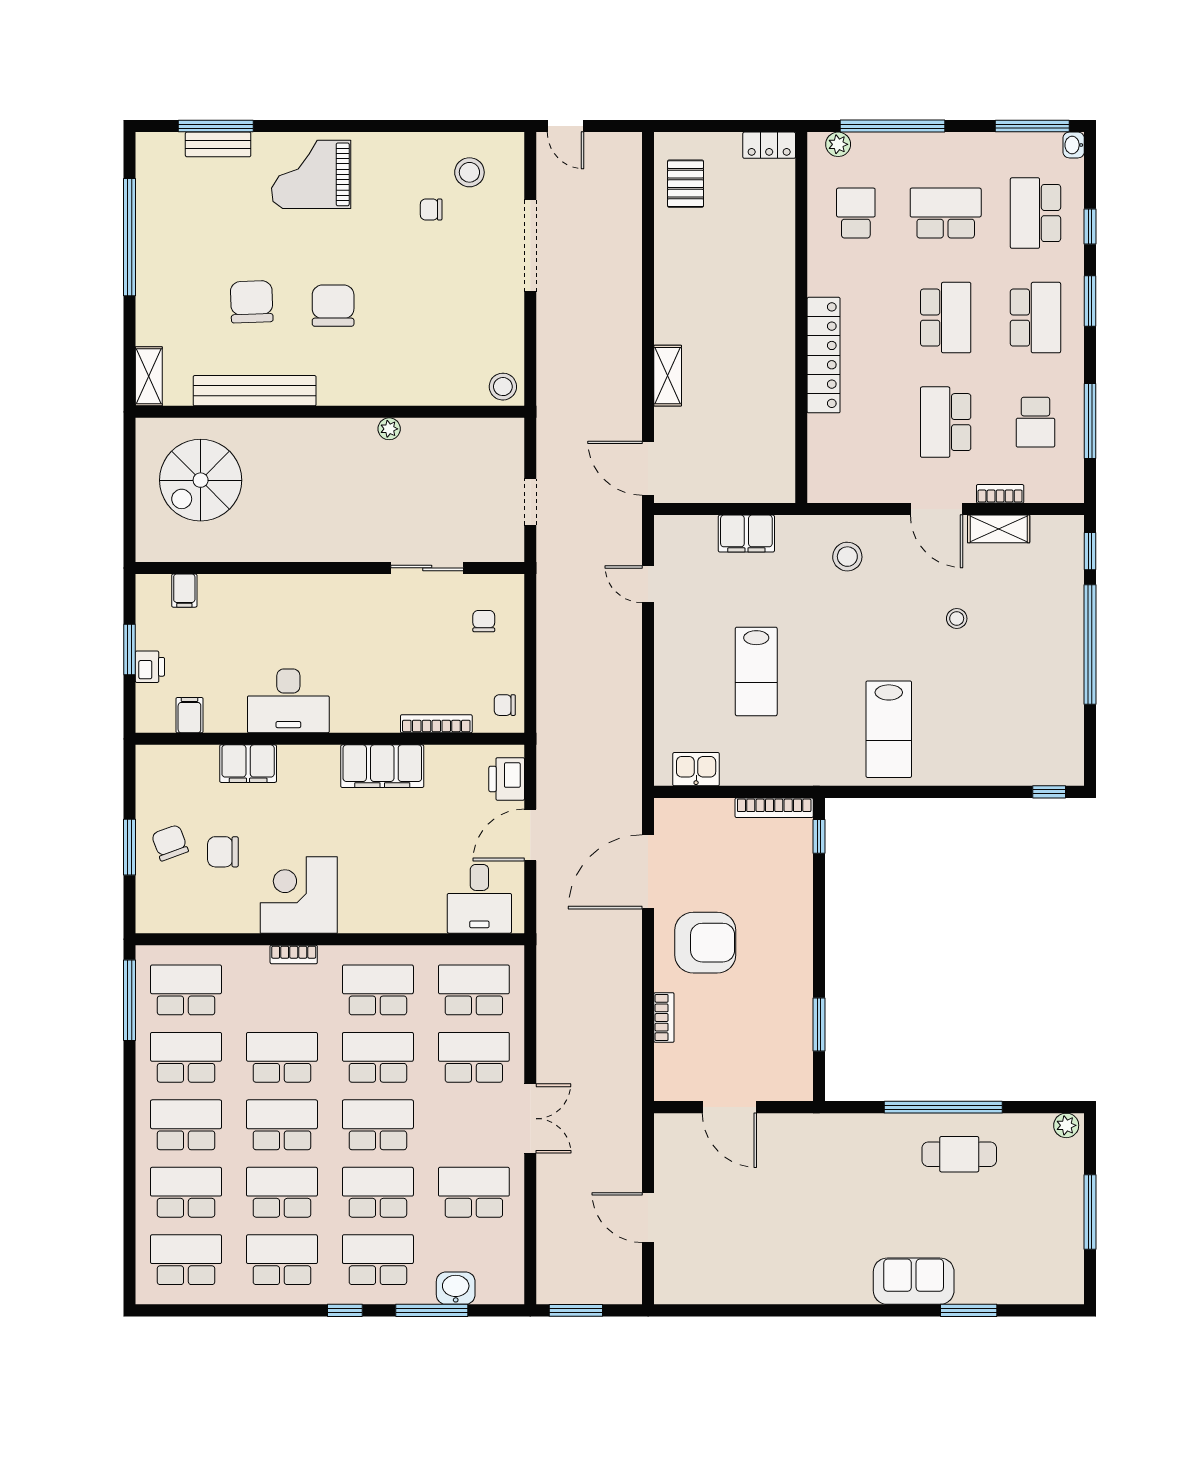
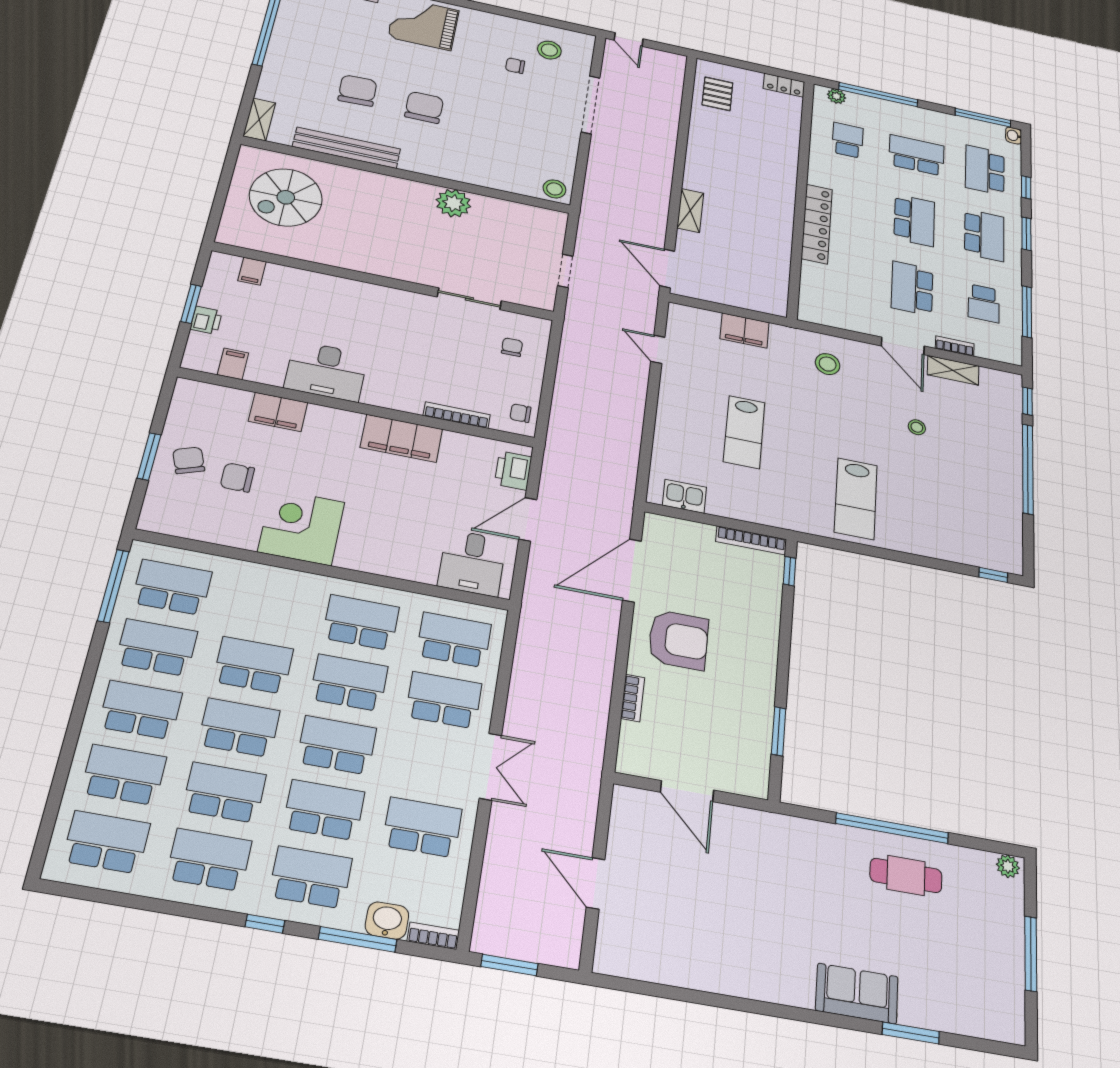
plant: (389, 429) -> (453, 203), width x1.88, depth x1.88
bookcase: (294, 954) -> (433, 936), moved, turned 180

